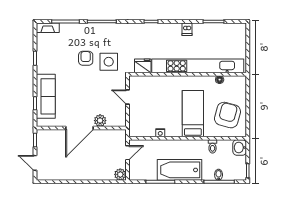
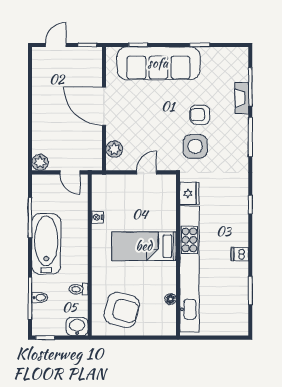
fireplace: (48, 28) -> (242, 98), moved
armchair: (86, 58) -> (200, 115), turned 180
sofa: (46, 96) -> (158, 63), width x1.36, depth x1.27
bed: (193, 114) -> (144, 246), moved, turned 180
plant: (100, 121) -> (114, 149), moved

